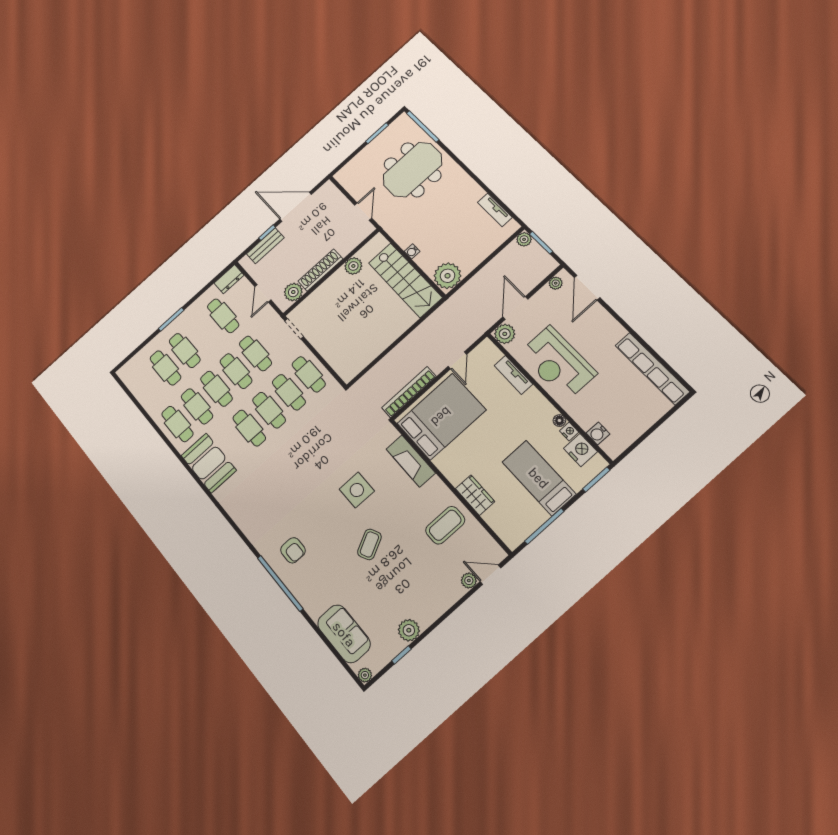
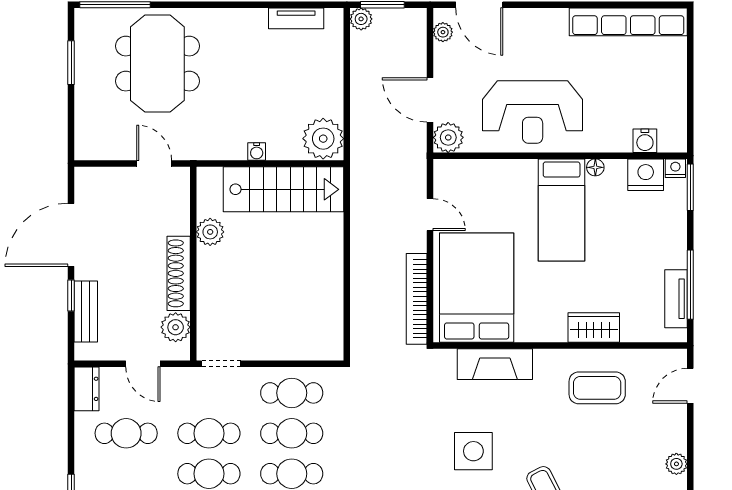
tv unit: (513, 375) -> (676, 299), moved, turned 90
nightstand: (569, 431) -> (675, 168), moved
bed: (539, 478) -> (562, 210), moved, turned -90
coffee table: (445, 525) -> (597, 388), turned 90
plant: (469, 581) -> (676, 464), moved

